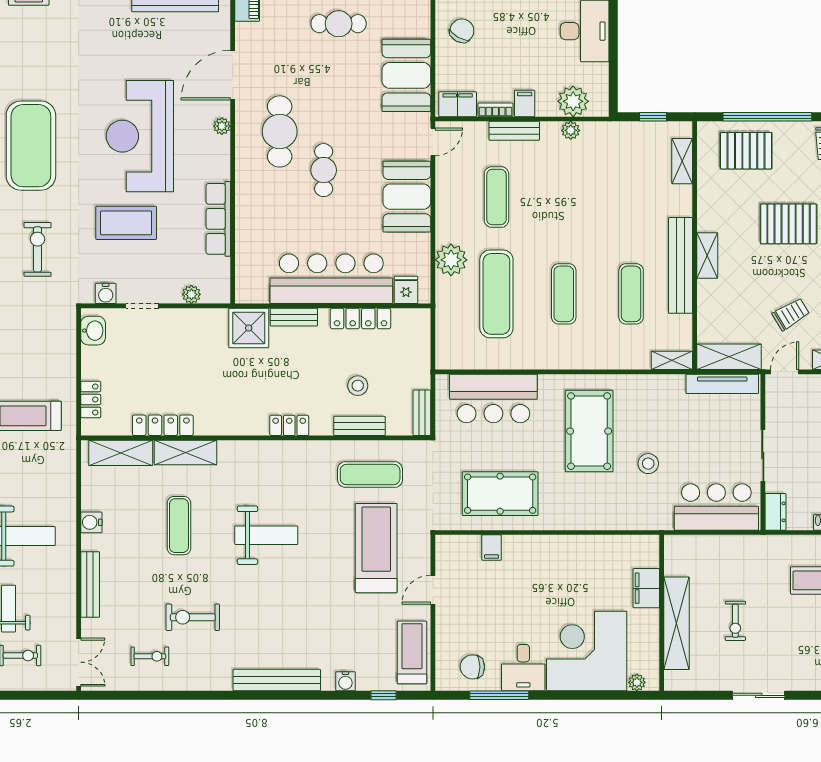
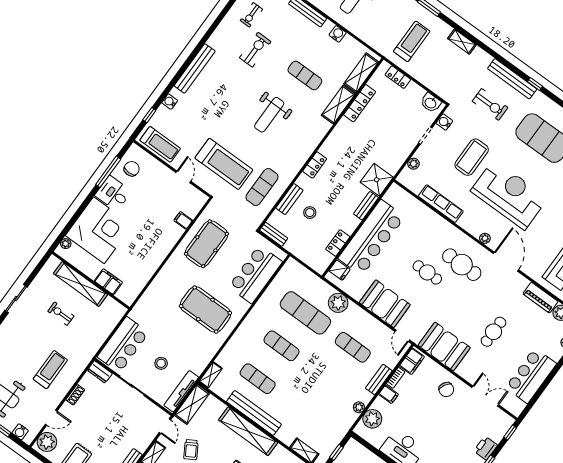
shelving: (707, 255) -> (248, 431), width x2.20, depth x1.33
locker: (360, 319) -> (338, 243), width x0.66
stool: (648, 464) -> (161, 363), moved

